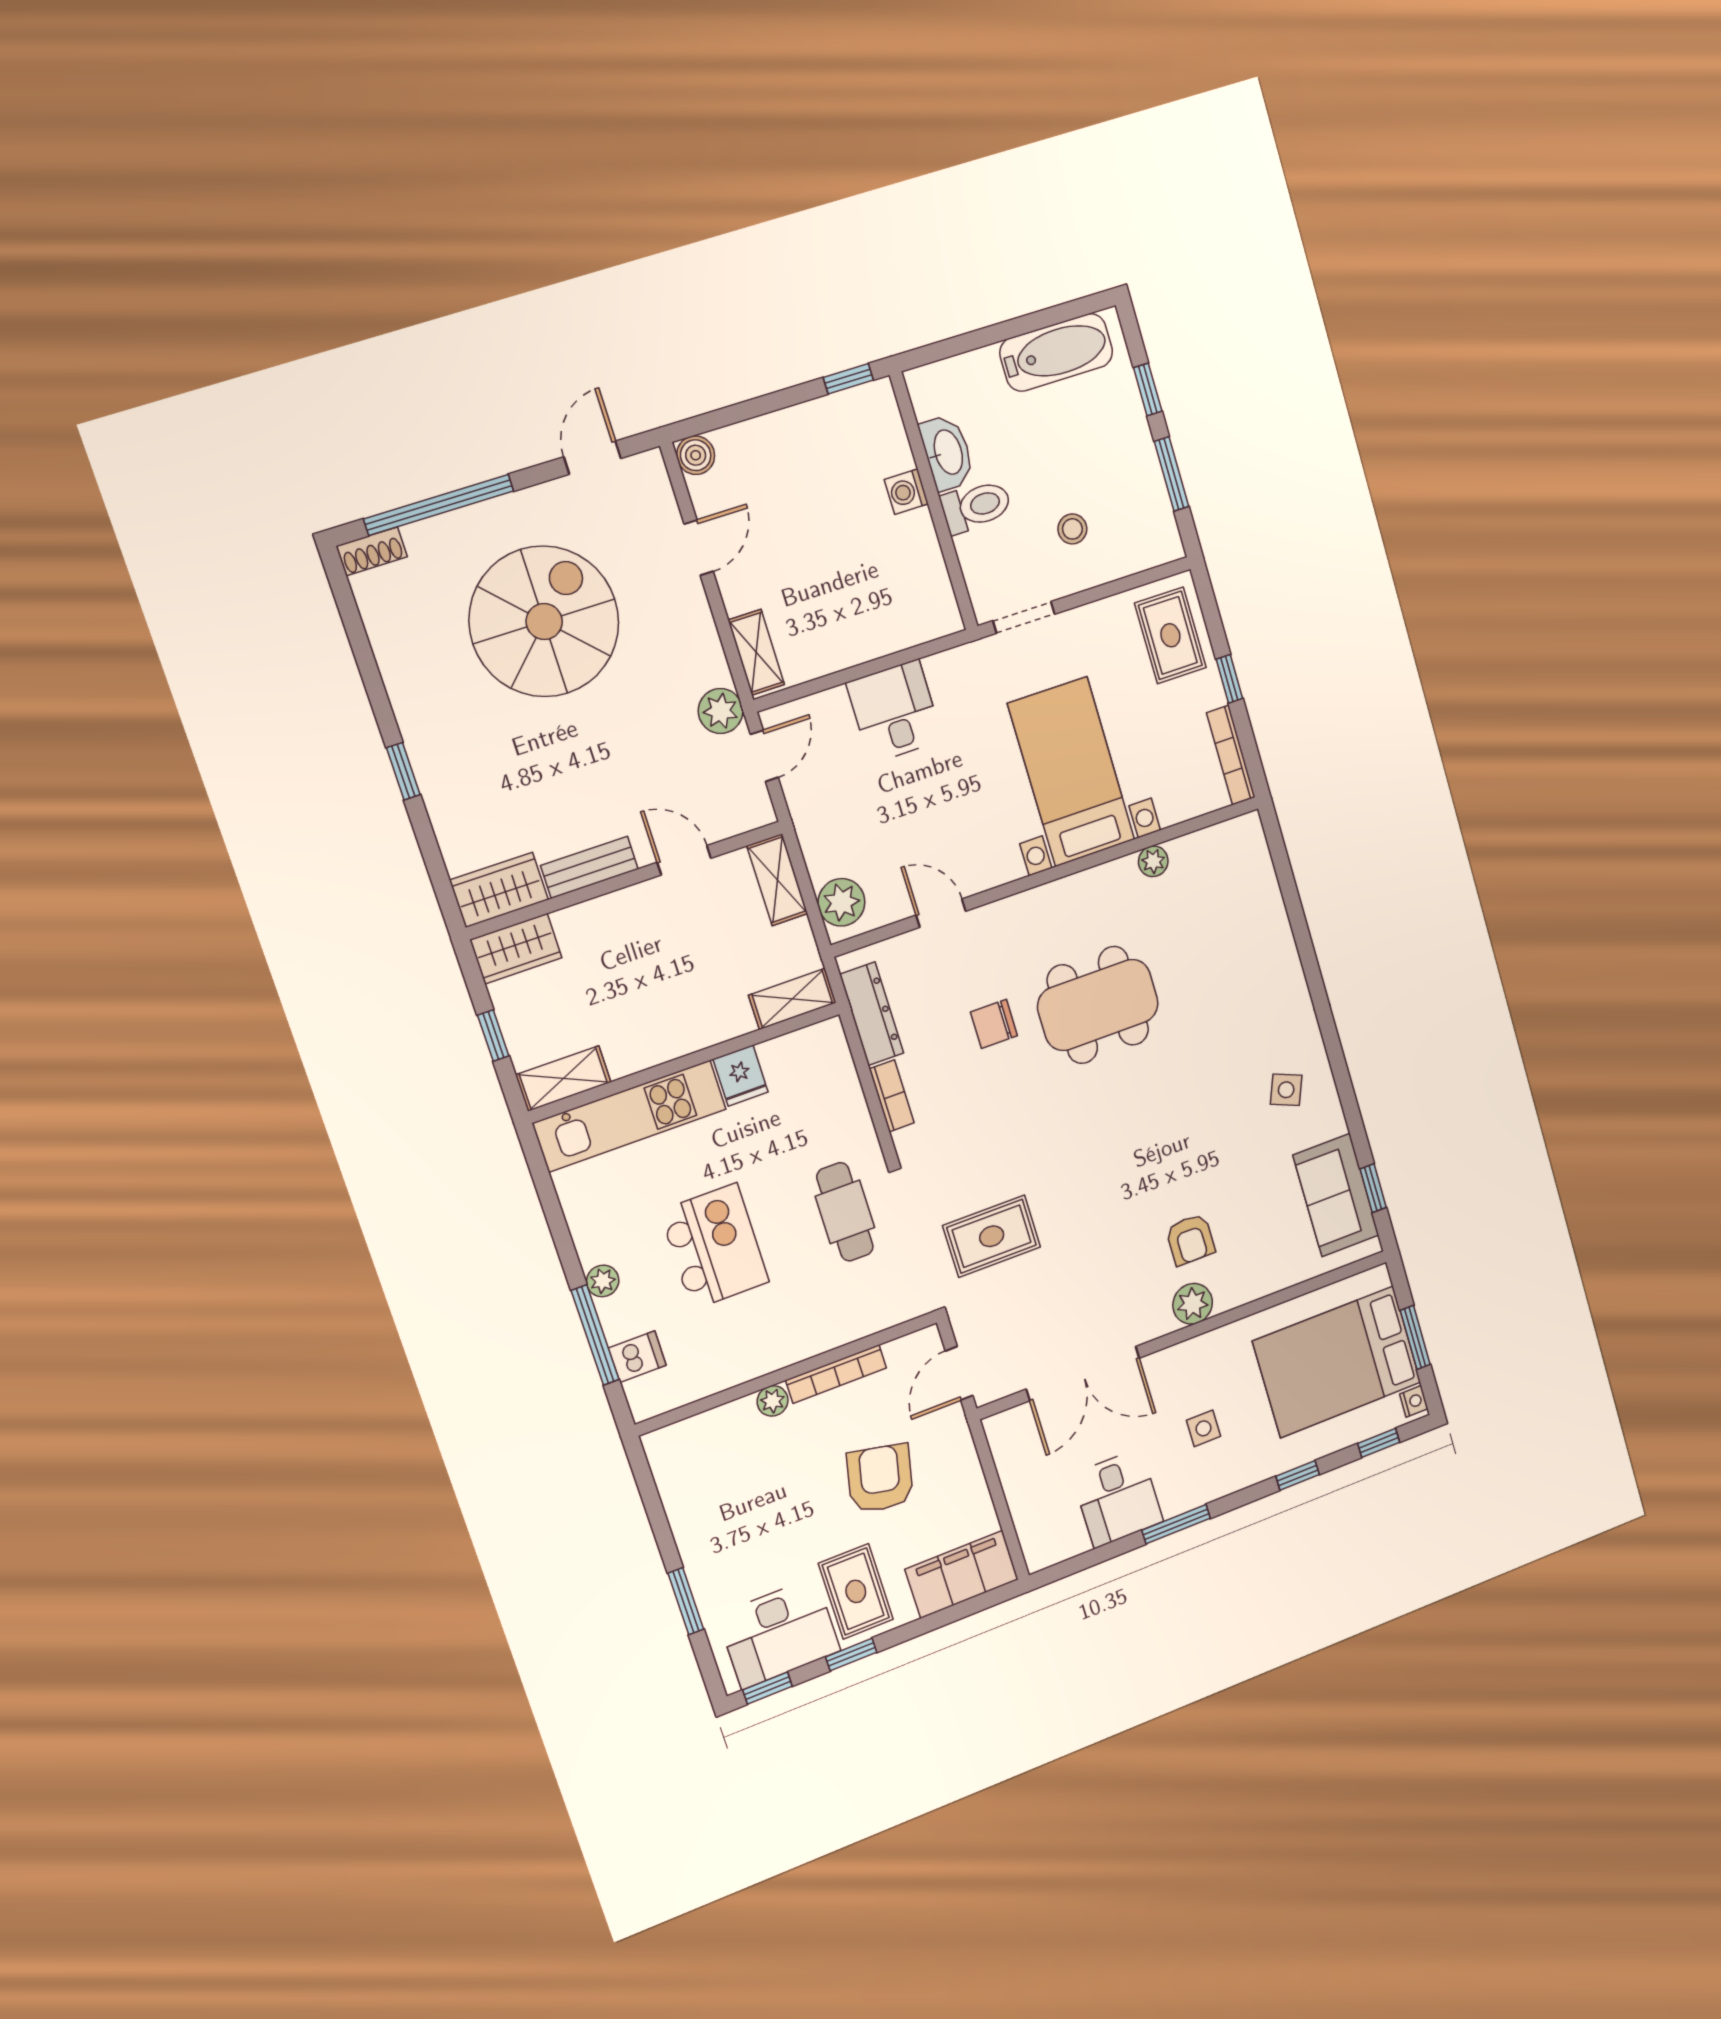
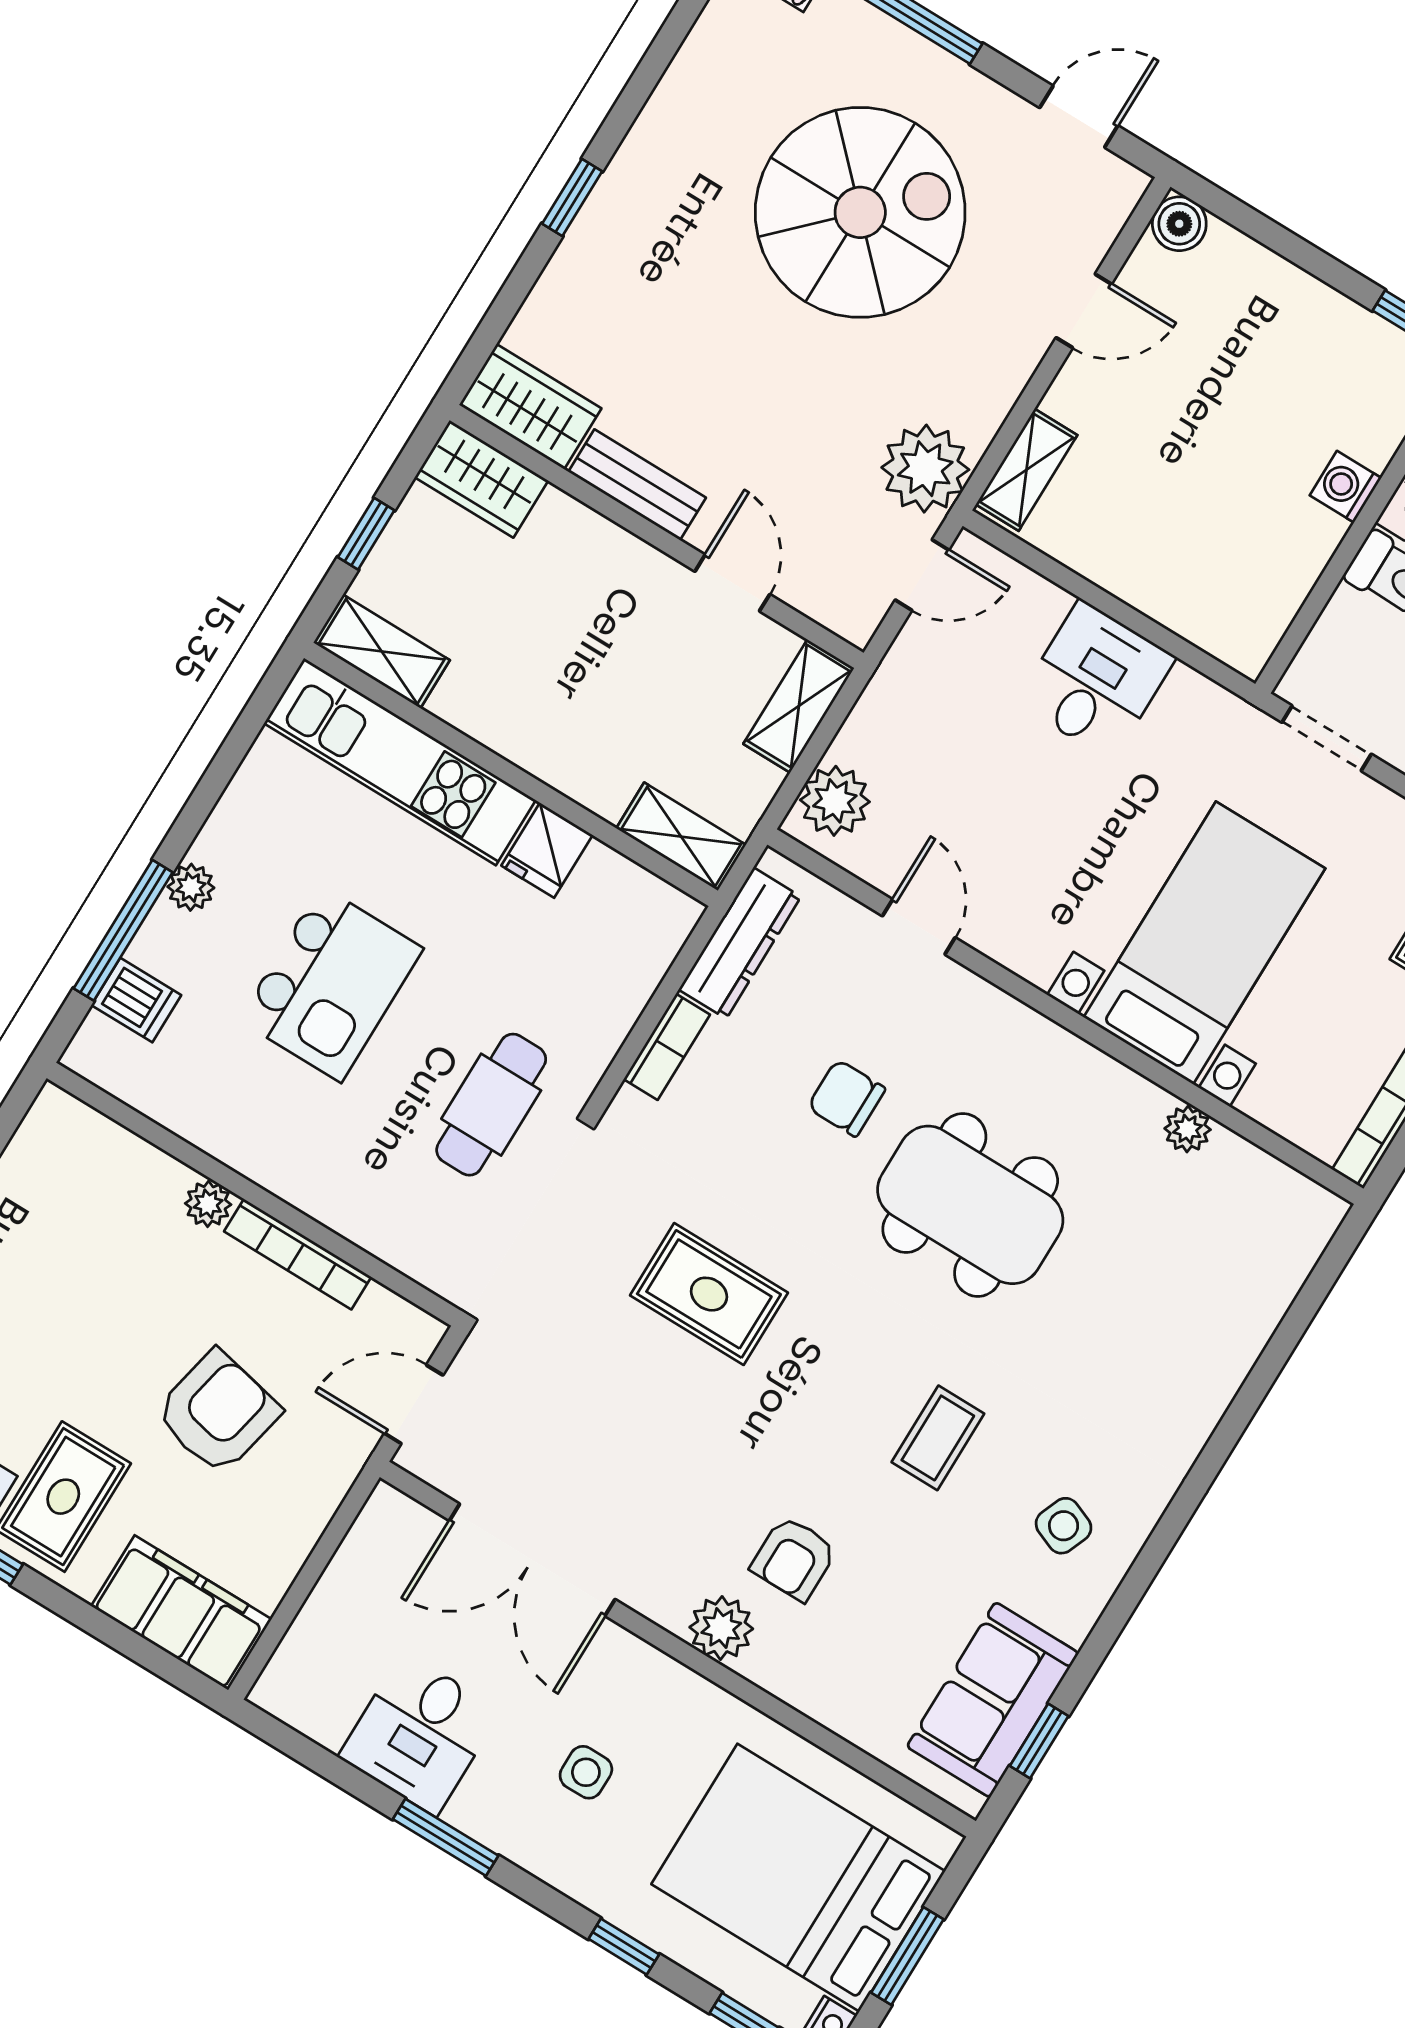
plant: (721, 711) -> (925, 469), width x1.36, depth x1.36
coffee table: (1194, 1118) -> (938, 1438), added
rug: (992, 1236) -> (709, 1294), moved

